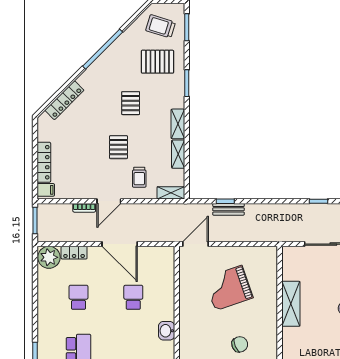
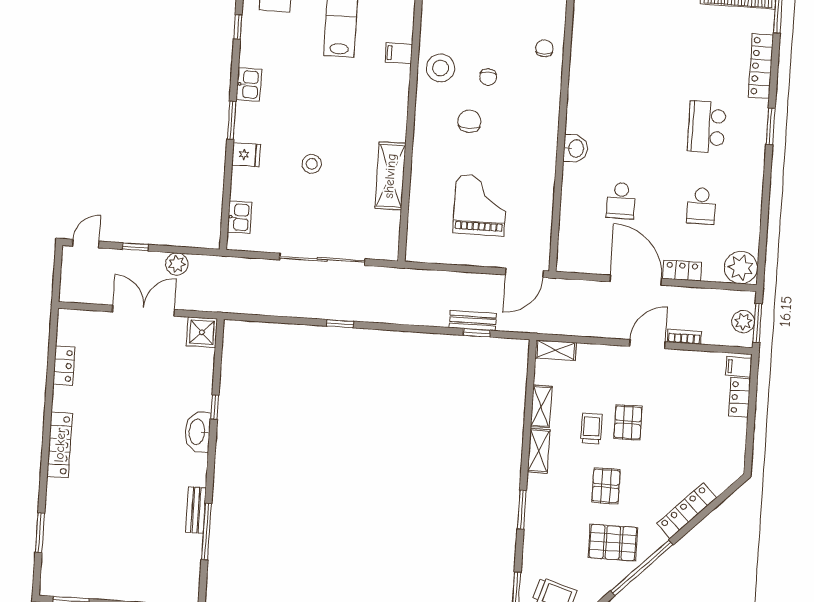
pallet: (157, 62) -> (613, 543), moved
locker: (64, 100) -> (687, 511), moved
locker: (44, 162) -> (740, 397), width x0.66
trolley: (139, 177) -> (591, 429), moved
plant: (45, 221) -> (743, 322), added
locker: (74, 253) -> (682, 270), moved
grand piano: (229, 288) -> (480, 205), turned -71
chair: (240, 344) -> (469, 121), turned 113

